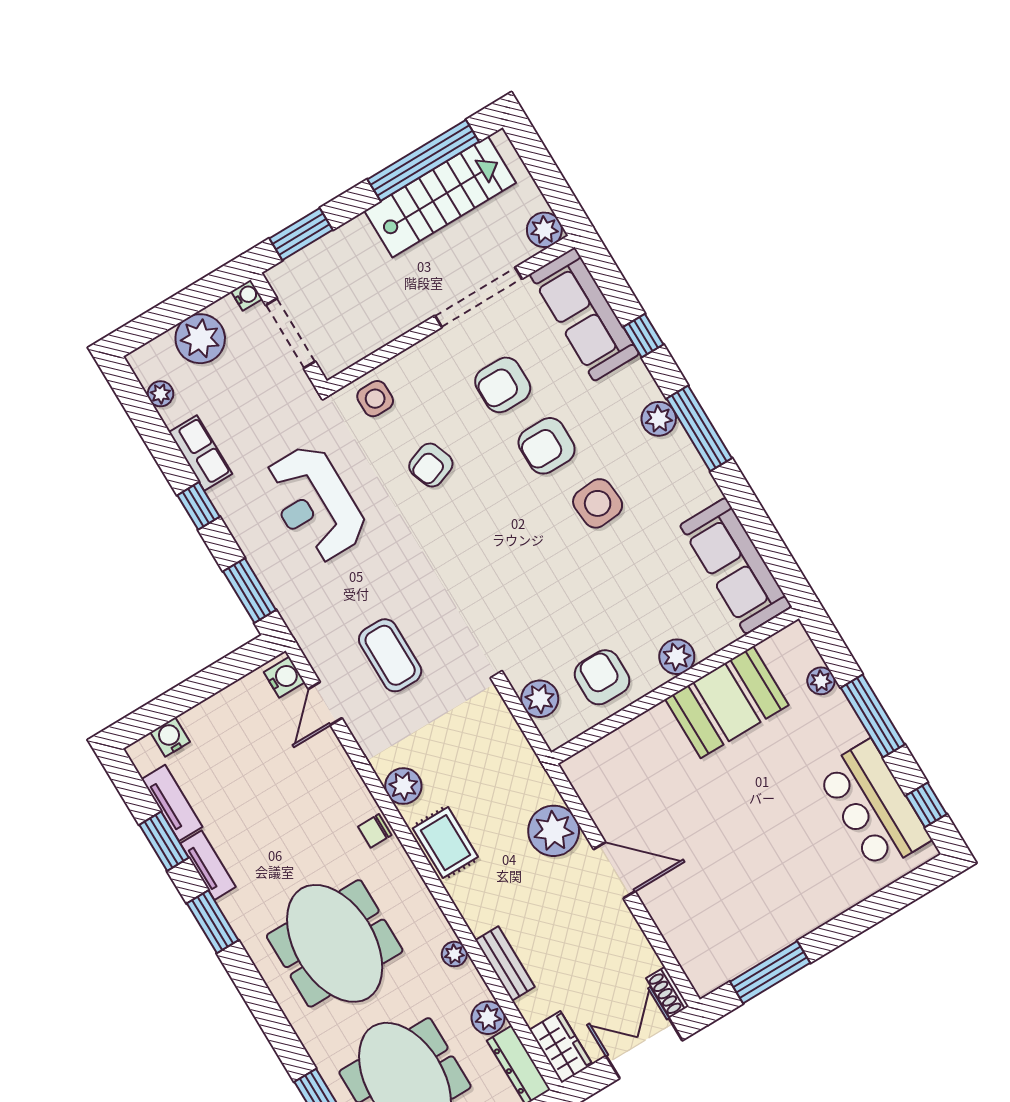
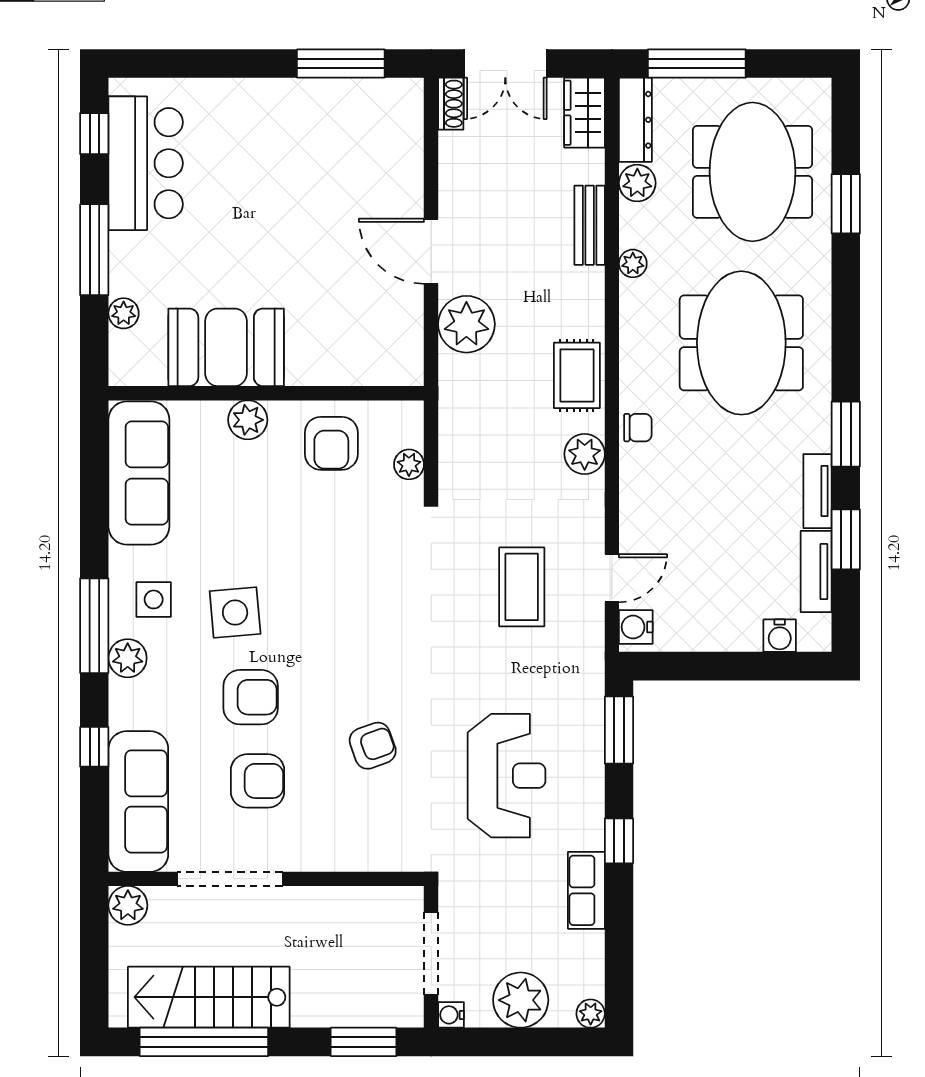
plant: (160, 394) -> (591, 1014), moved
side table: (375, 399) -> (154, 599), moved
plant: (540, 699) -> (409, 464), width x0.73, depth x0.73

